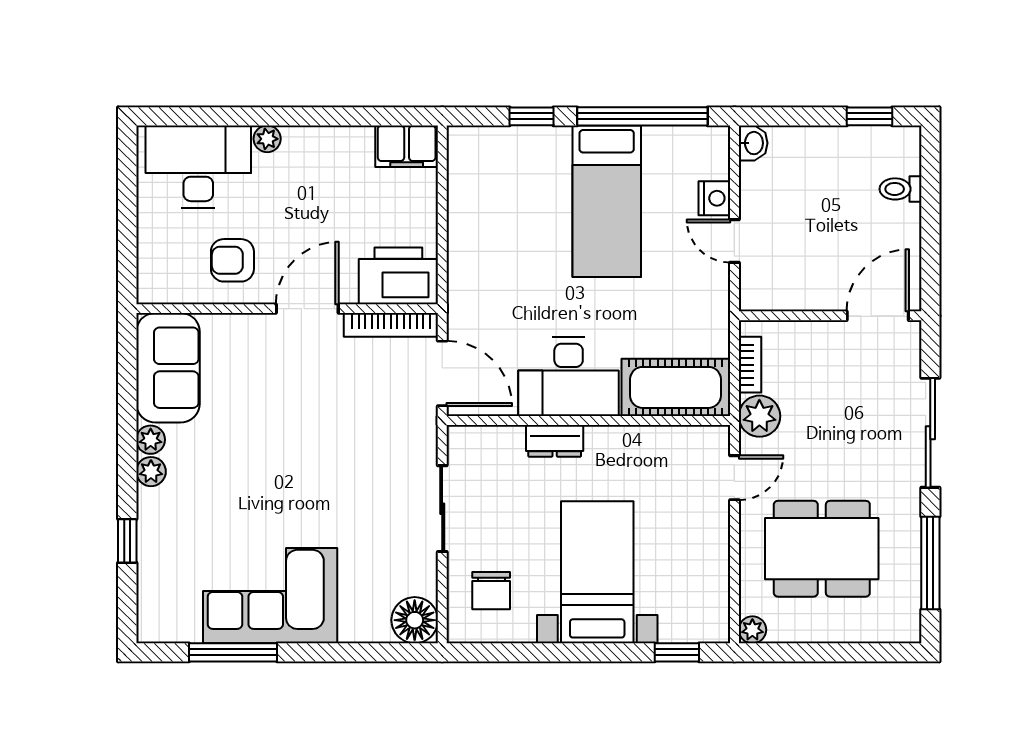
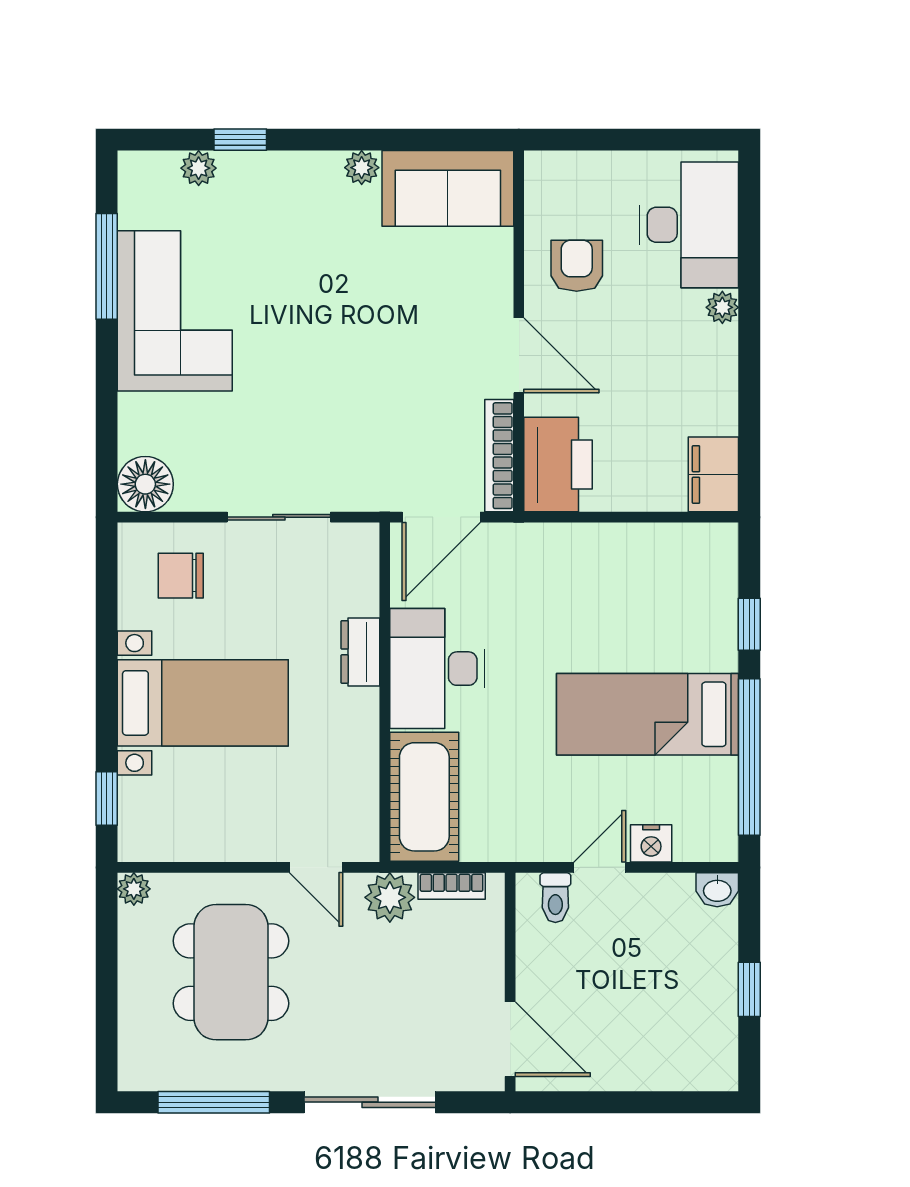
window: (870, 116) -> (749, 989), moved
toilet: (900, 189) -> (555, 898), moved, turned 180
plant: (151, 472) -> (199, 168), moved

